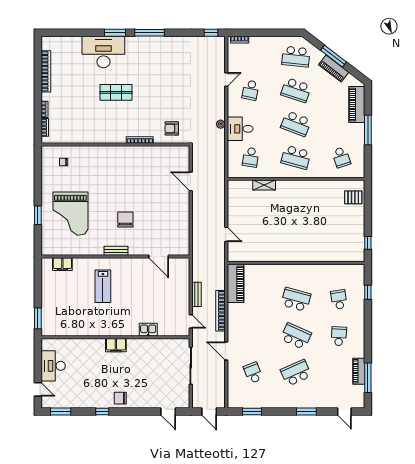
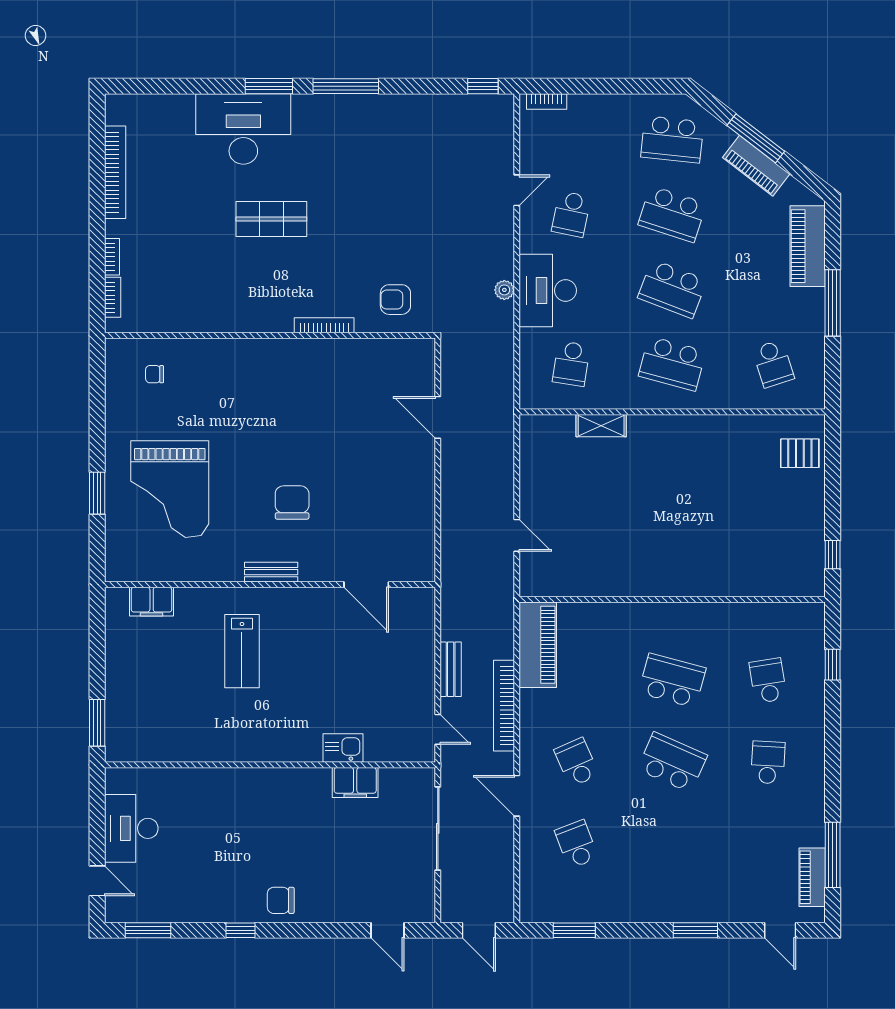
desk: (240, 129) -> (548, 290), width x1.37
filing cabinet: (116, 345) -> (355, 782), moved
piano: (359, 371) -> (812, 877), moved
school desk: (296, 373) -> (577, 762), moved, width x0.54

